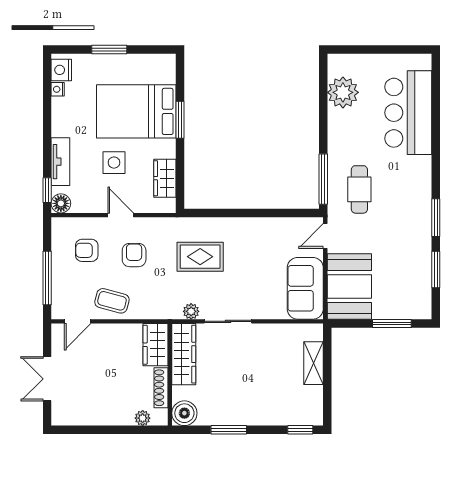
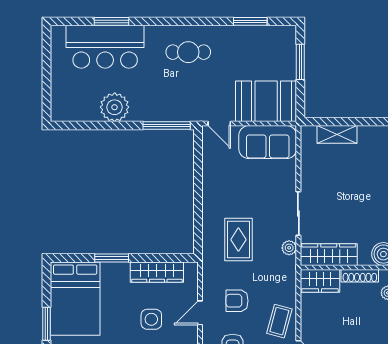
plant: (343, 92) -> (115, 107), moved
bed: (136, 111) -> (75, 299), moved
wardrobe: (165, 178) -> (157, 272), width x1.50
cafe table: (359, 189) -> (188, 52), moved
window: (436, 218) -> (112, 21), moved

